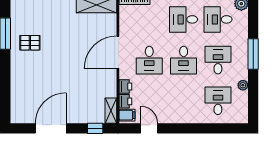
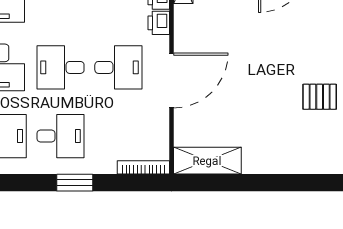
desk: (149, 60) -> (118, 67), turned 90
desk: (184, 60) -> (61, 67), turned -90

